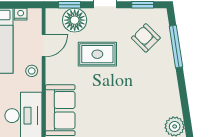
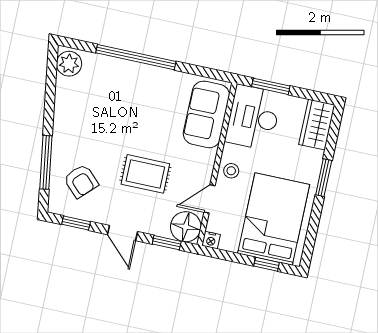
nightstand: (21, 14) -> (211, 240), moved
floor lamp: (75, 20) -> (186, 227), moved

